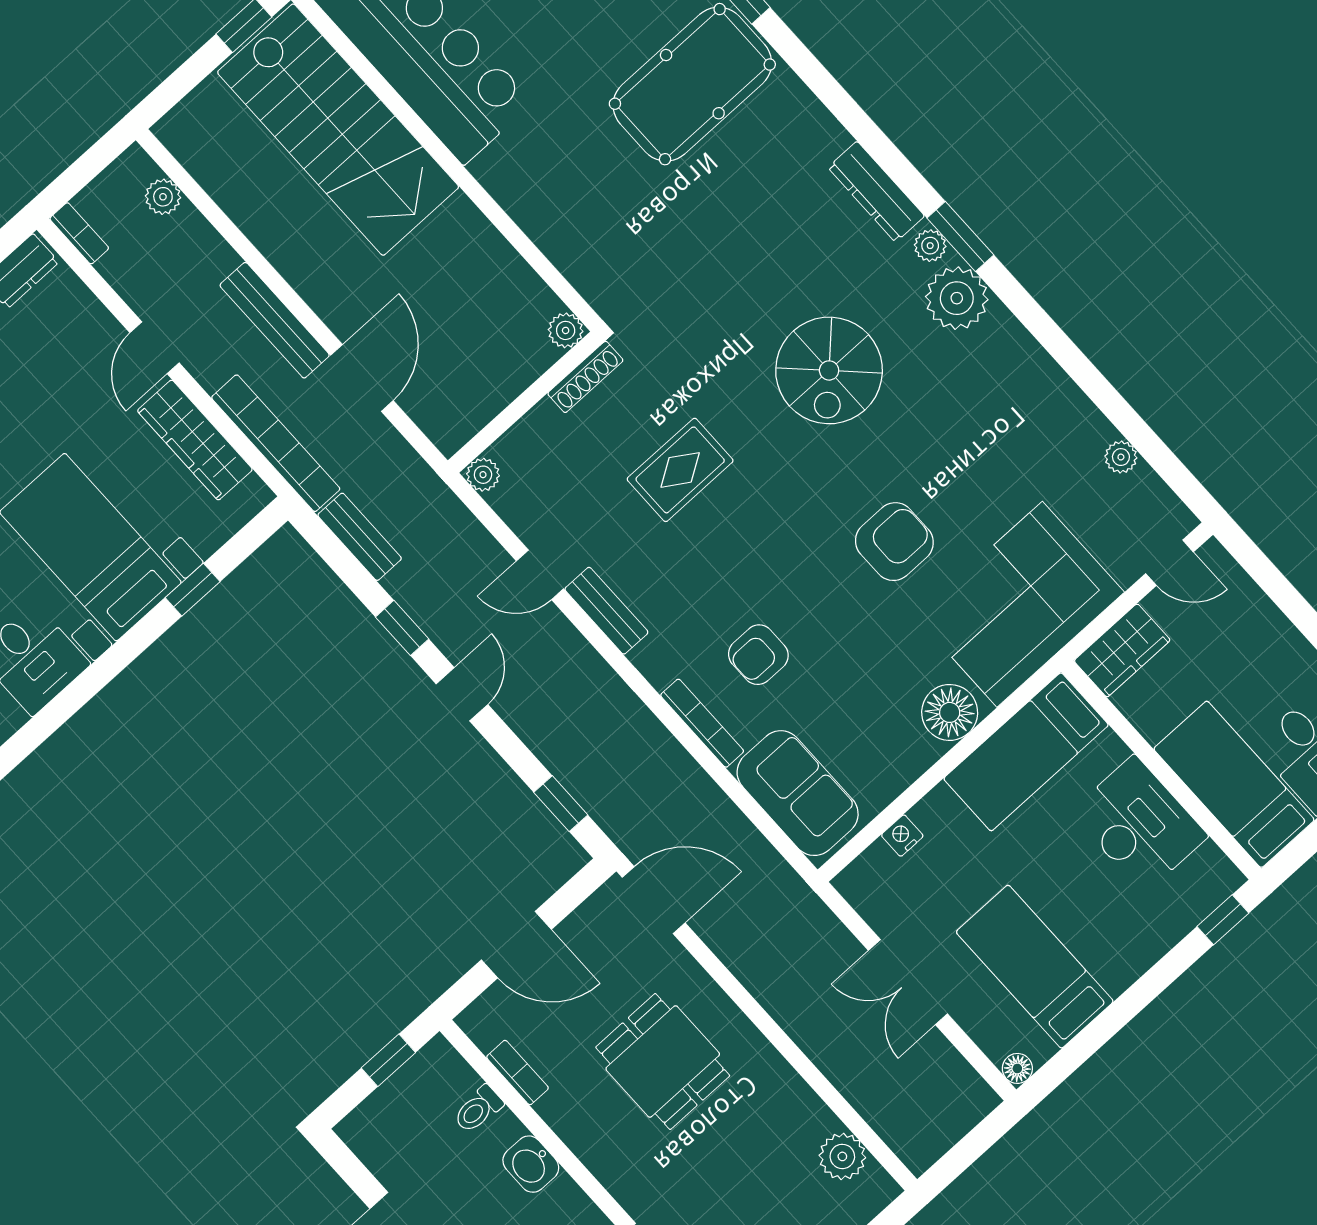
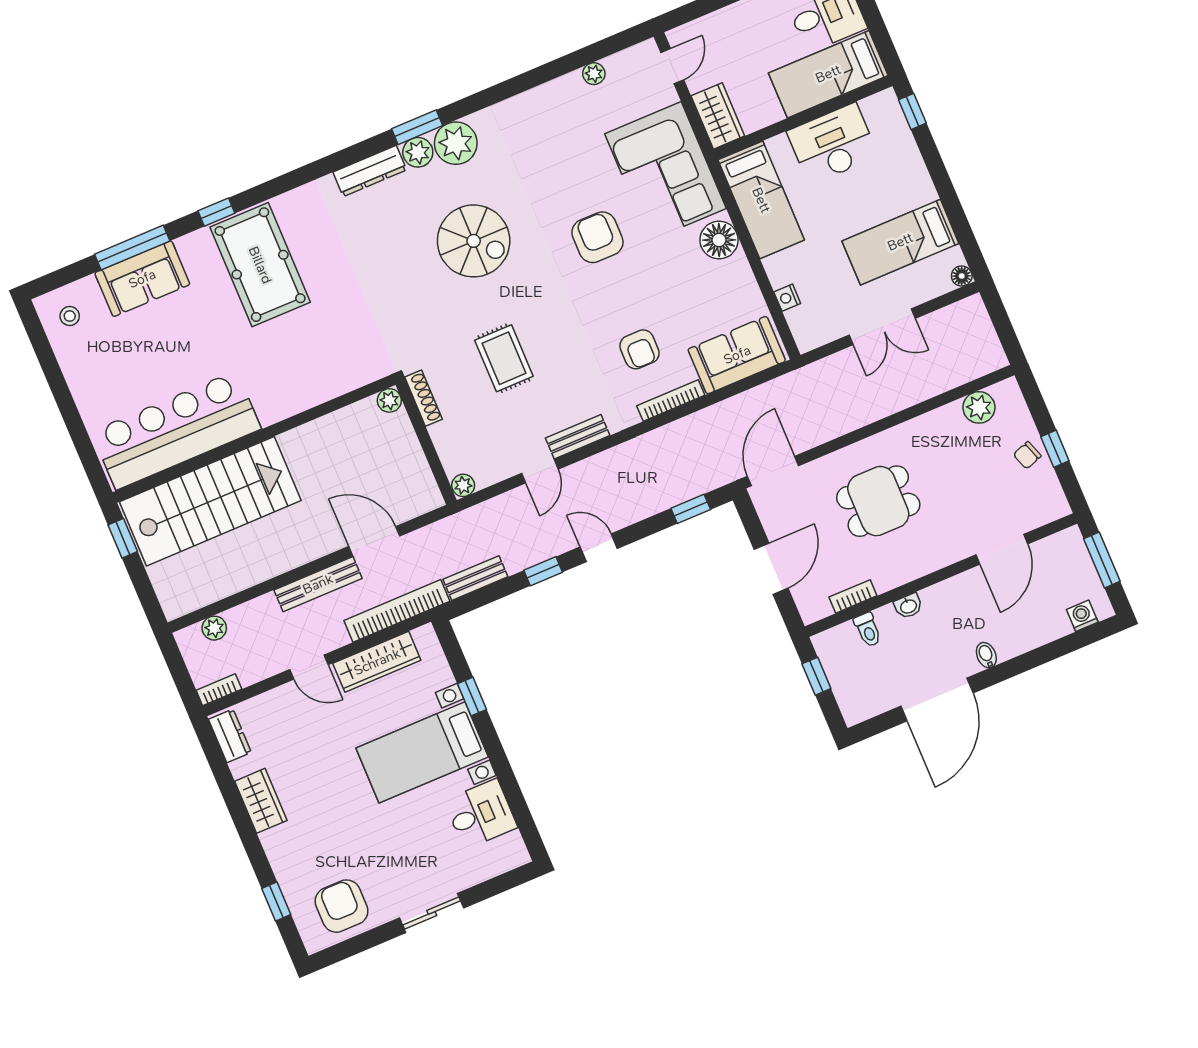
plant: (930, 246) -> (418, 152), width x1.38, depth x1.38
washbasin: (531, 1164) -> (908, 606), width x0.72, depth x0.69

